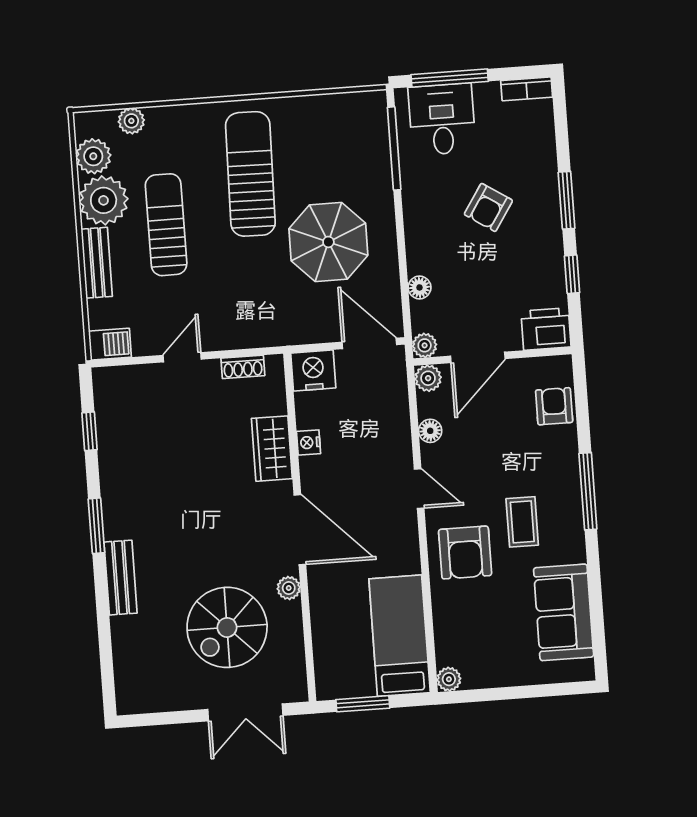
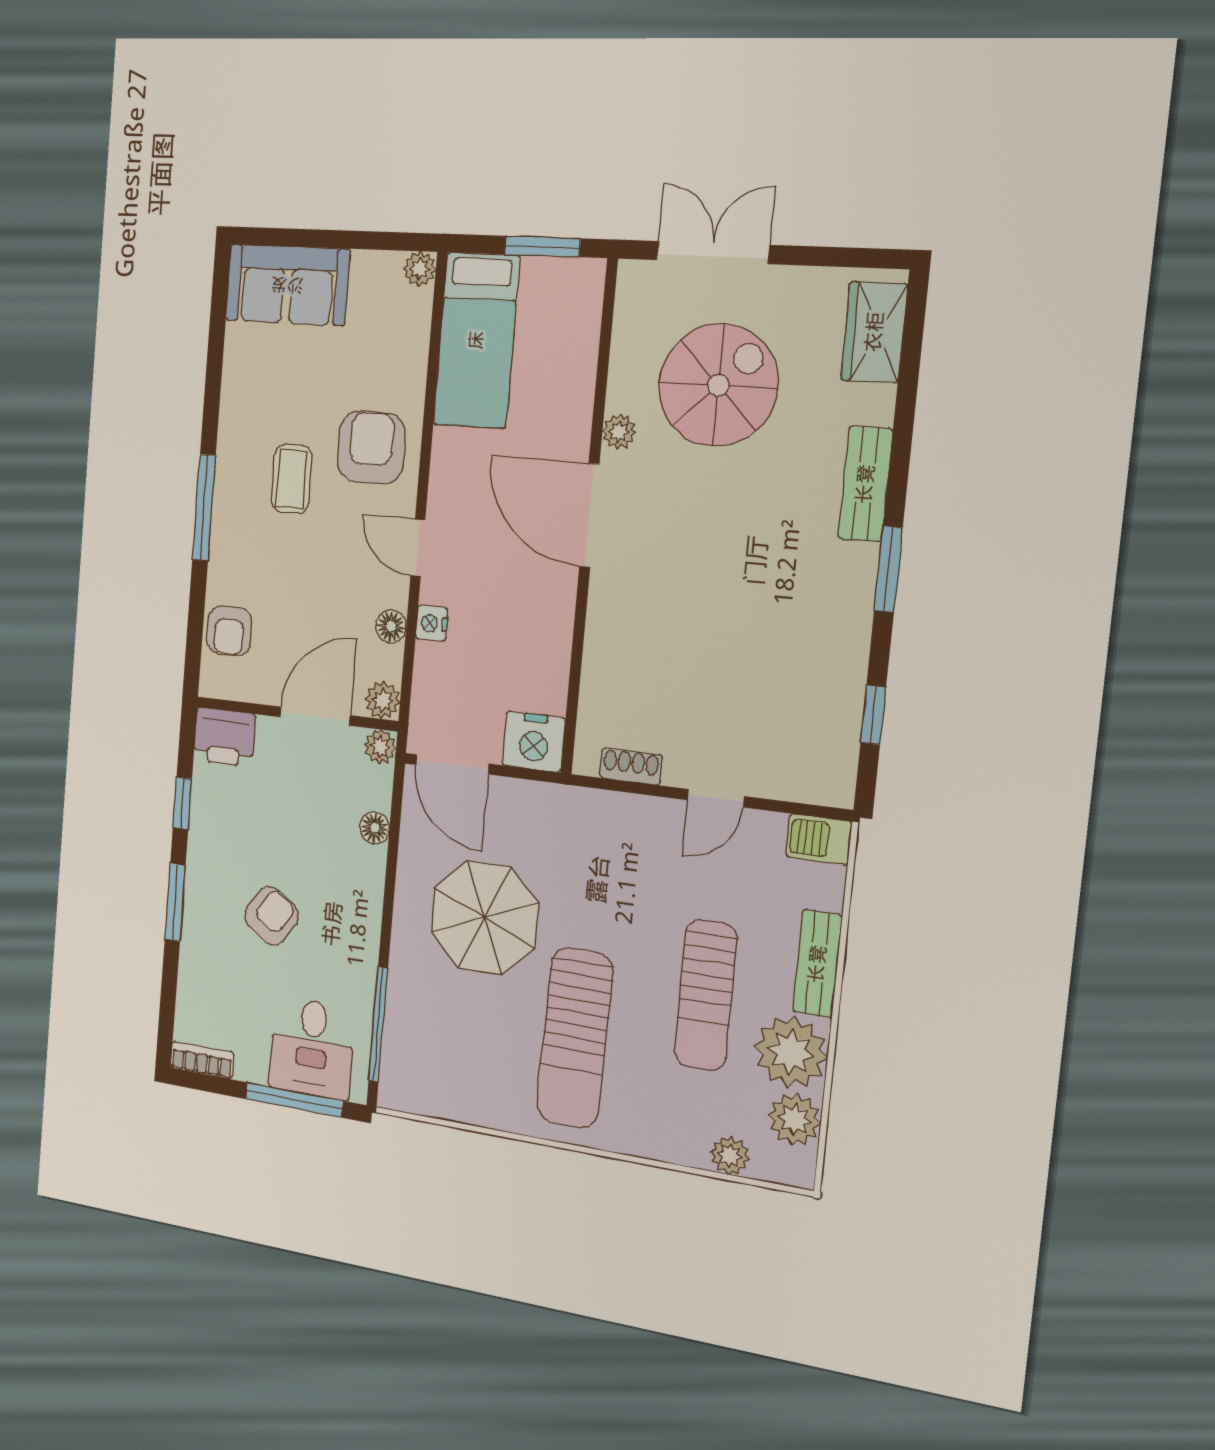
nightstand: (309, 442) -> (432, 623), moved, turned 180
wardrobe: (272, 449) -> (874, 332), moved, turned 180
sofa: (564, 612) -> (287, 285), moved, turned 90

